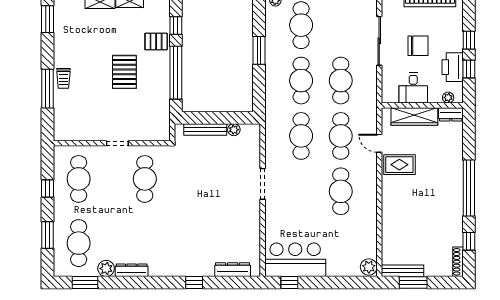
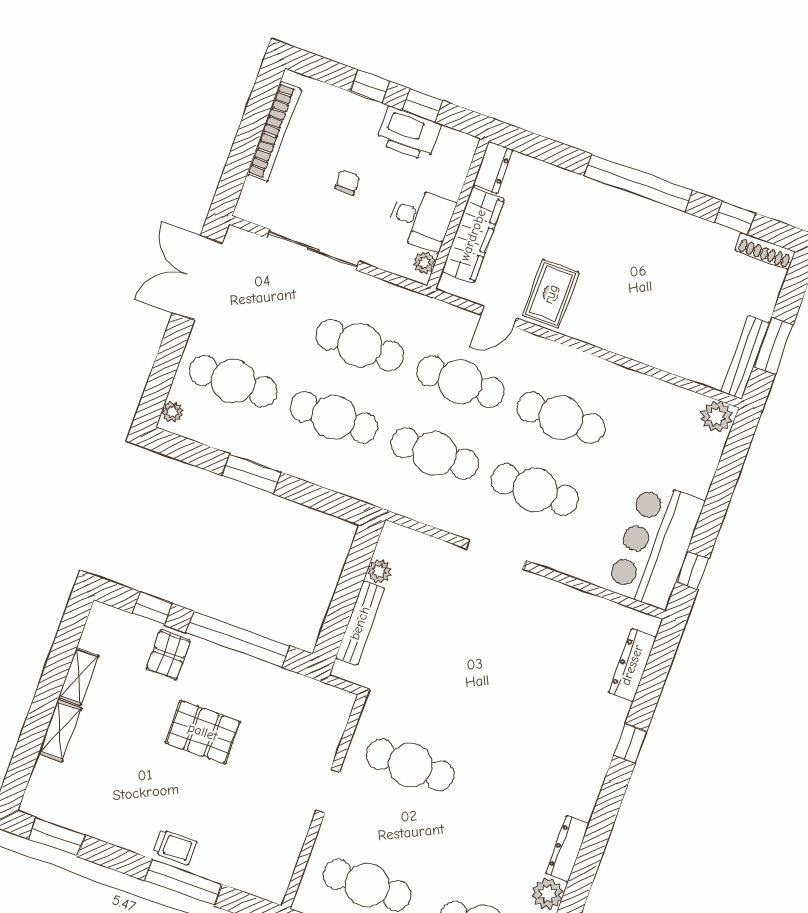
chair: (418, 46) -> (347, 182), width x0.54, depth x0.54
plant: (448, 98) -> (424, 263), moved
cafe table: (301, 191) -> (535, 490), added

